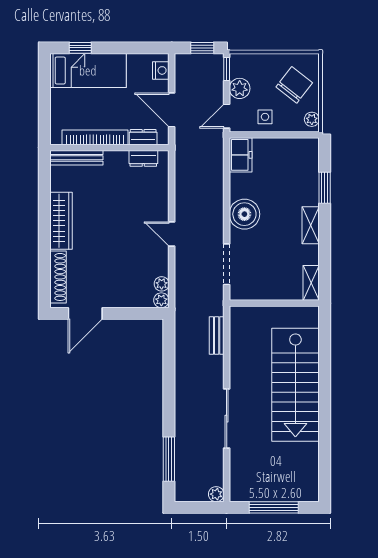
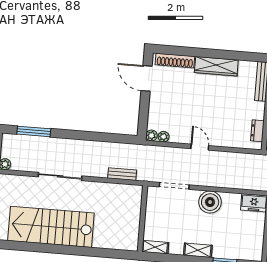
door: (172, 234) -> (200, 147), hinge flipped
stairs: (295, 385) -> (51, 227), moved

